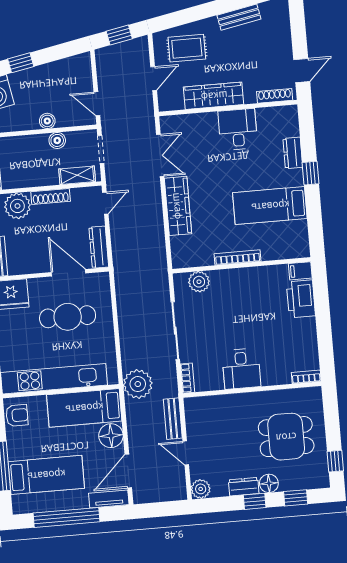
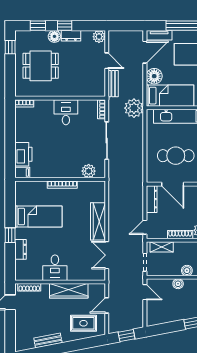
boiler: (57, 140) -> (187, 271), moved

